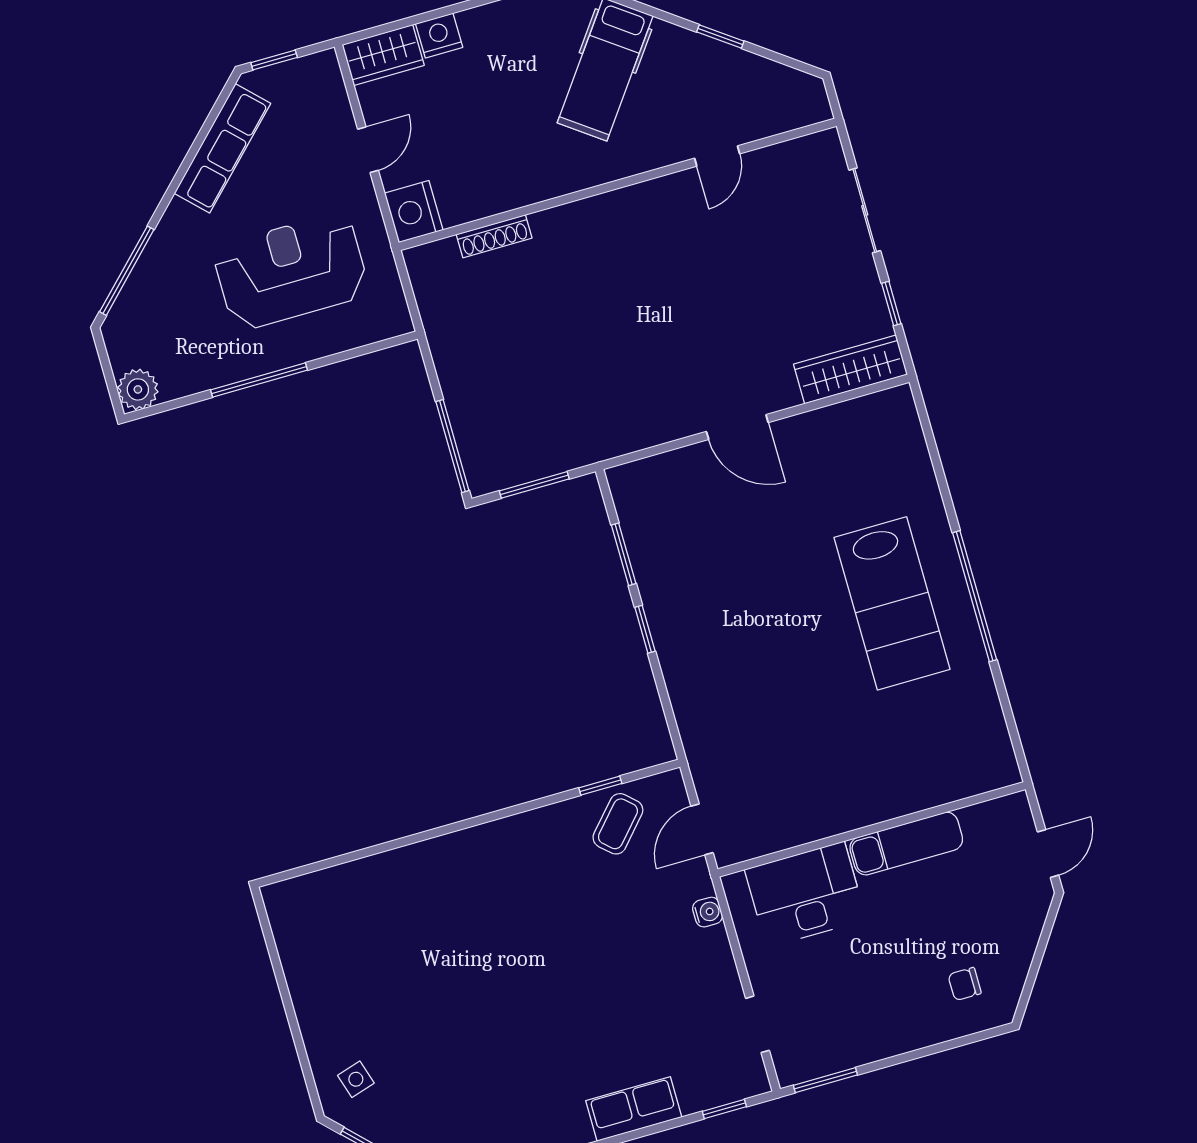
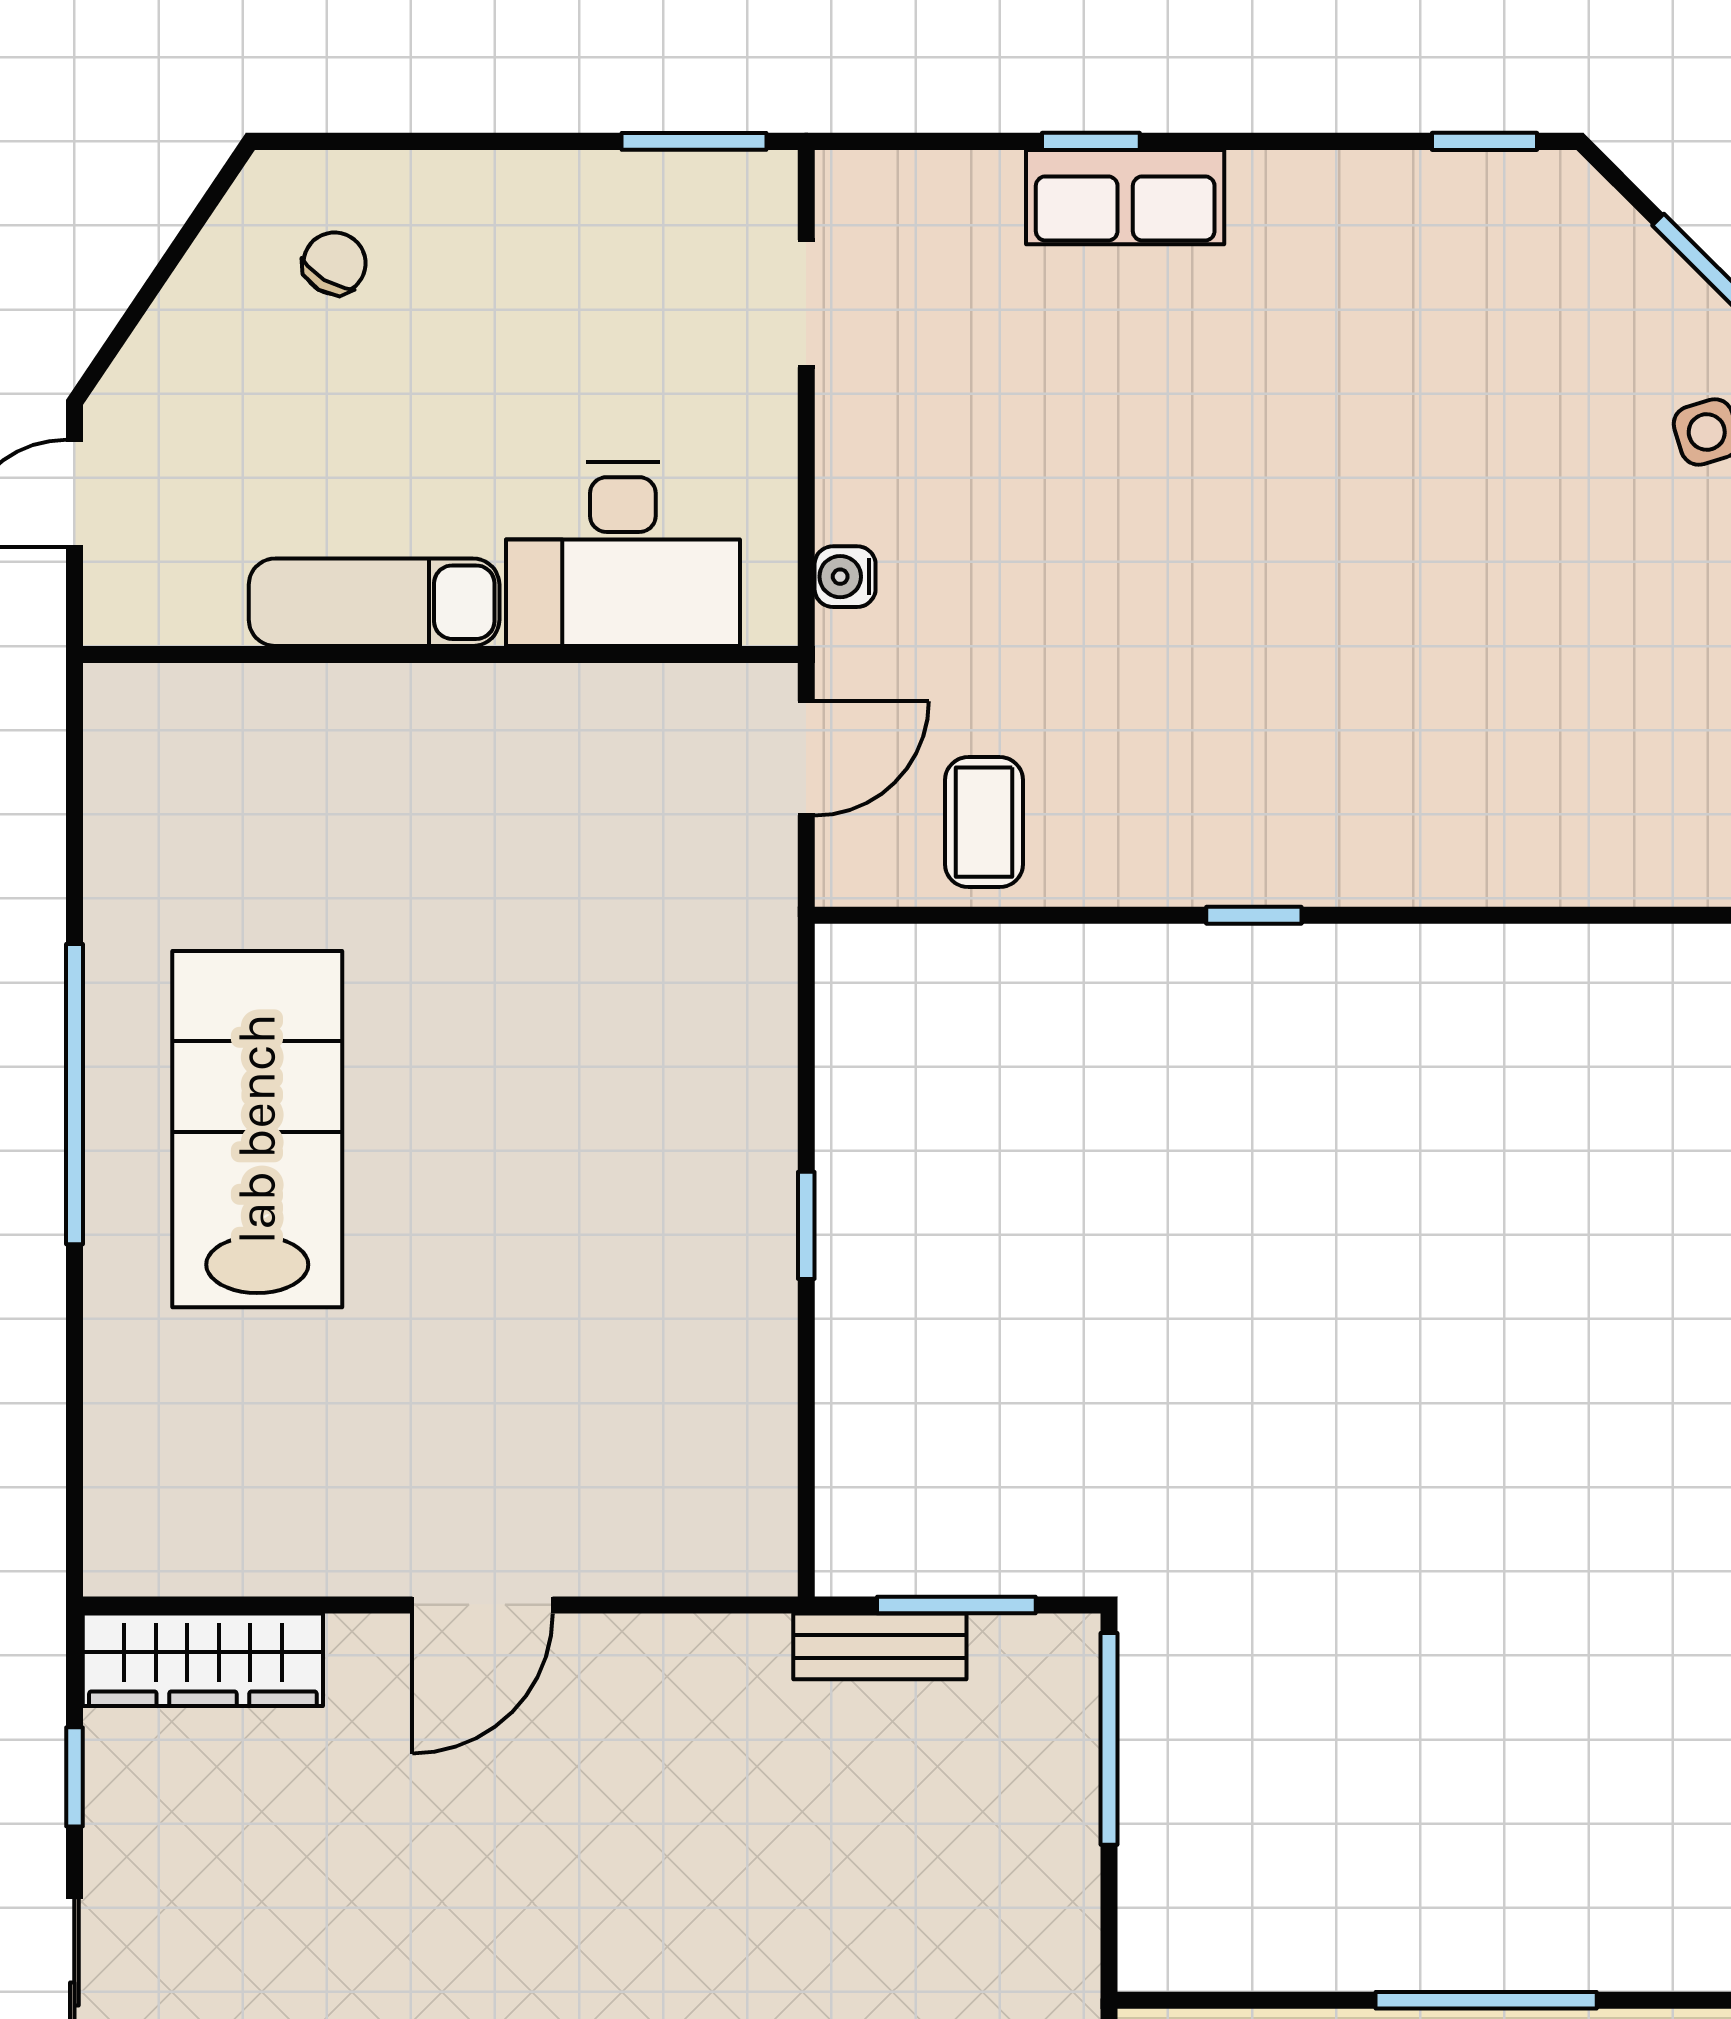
door: (737, 427) -> (483, 1605), swing flipped
bench: (562, 458) -> (880, 1646), added
window: (624, 554) -> (806, 1400), removed
window: (600, 786) -> (1254, 915), moved
coffee table: (618, 824) -> (984, 822), turned -42
chair: (965, 984) -> (335, 263), turned -59
window: (724, 1109) -> (1091, 141), moved

